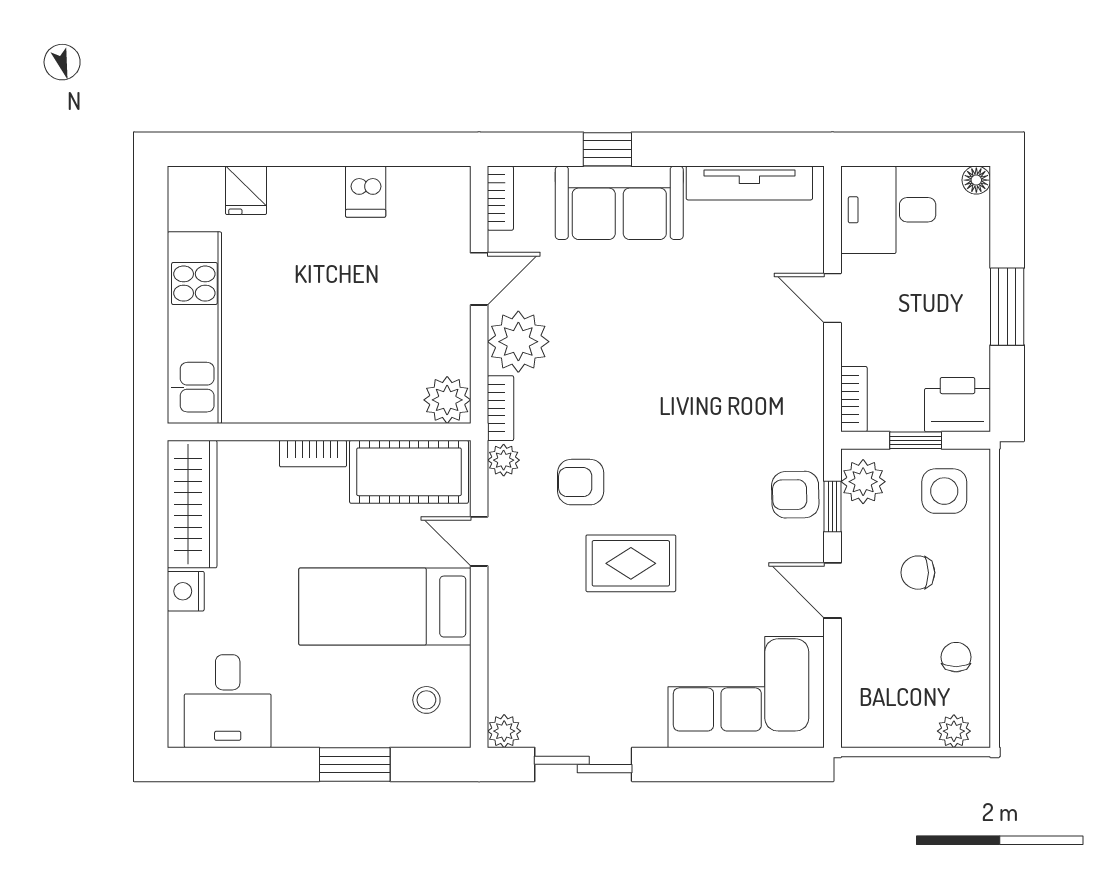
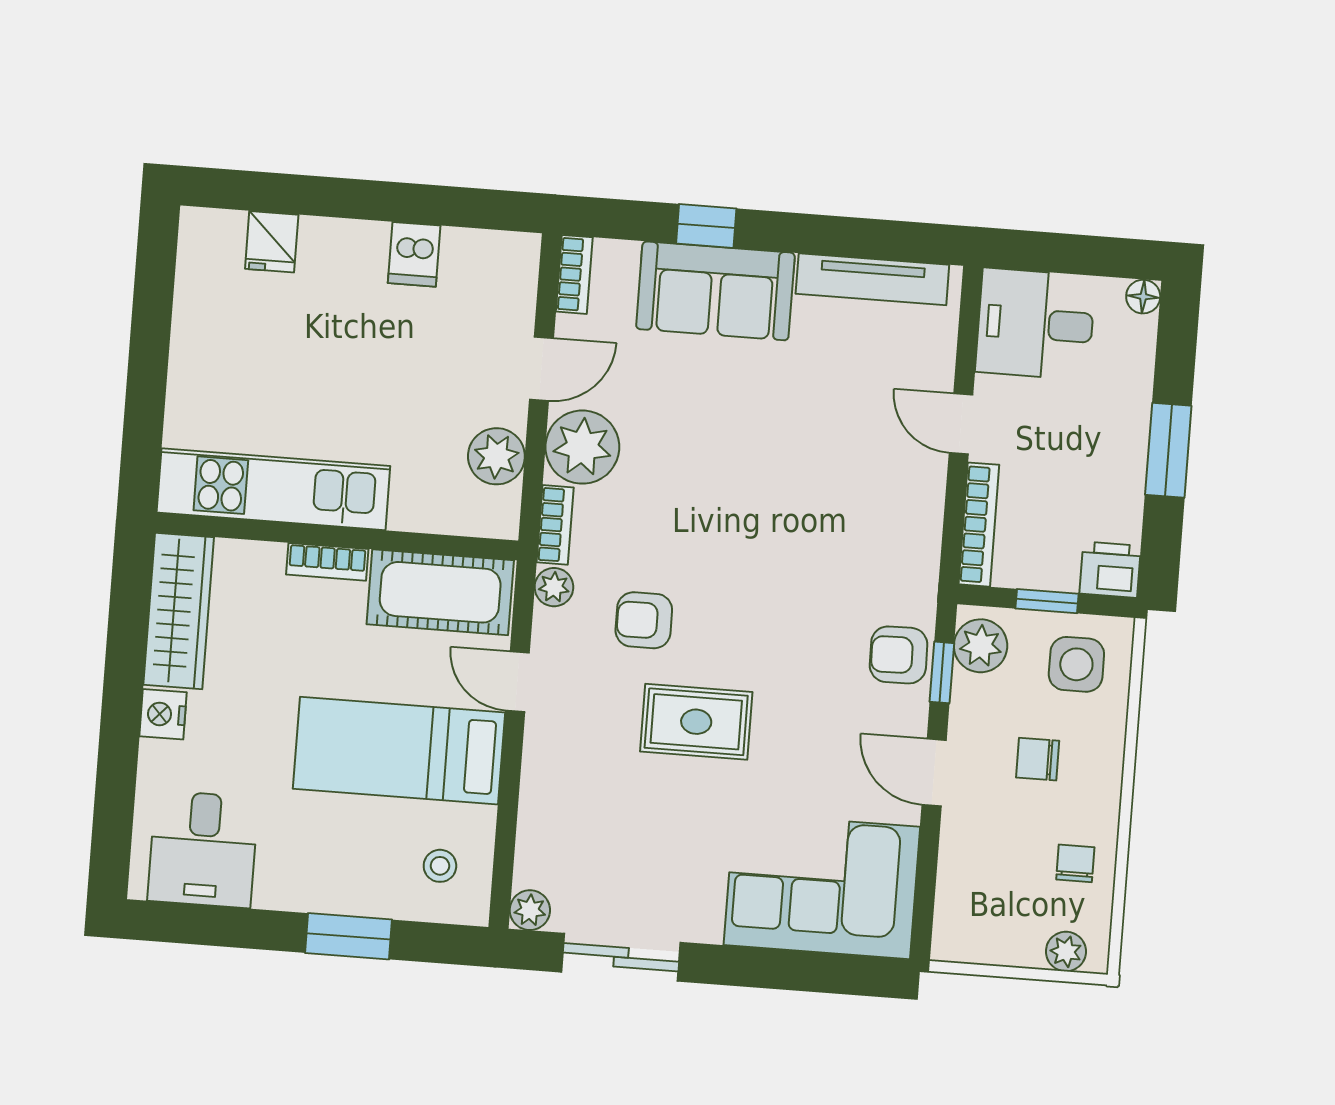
kitchen unit: (194, 328) -> (273, 489), moved, turned -90
bookcase: (854, 399) -> (979, 525), width x1.56
plant: (447, 400) -> (496, 456), moved
printer: (958, 405) -> (1110, 570), width x0.73, depth x0.81

